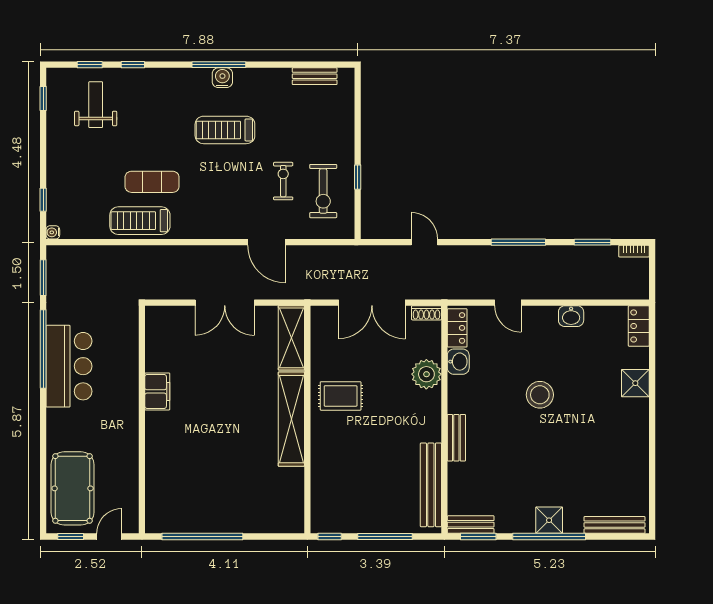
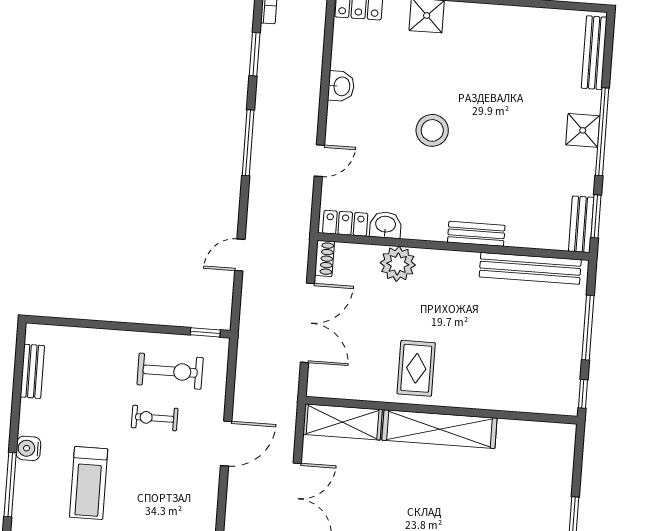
water cooler: (222, 78) -> (28, 448), moved
window: (358, 177) -> (205, 332), moved

